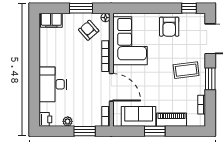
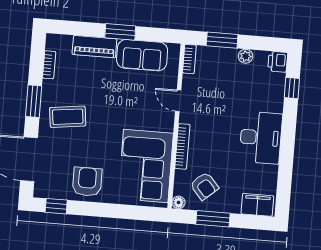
desk: (53, 84) -> (261, 138), moved
door: (111, 87) -> (178, 101), width x0.53
window: (34, 102) -> (292, 88), added

